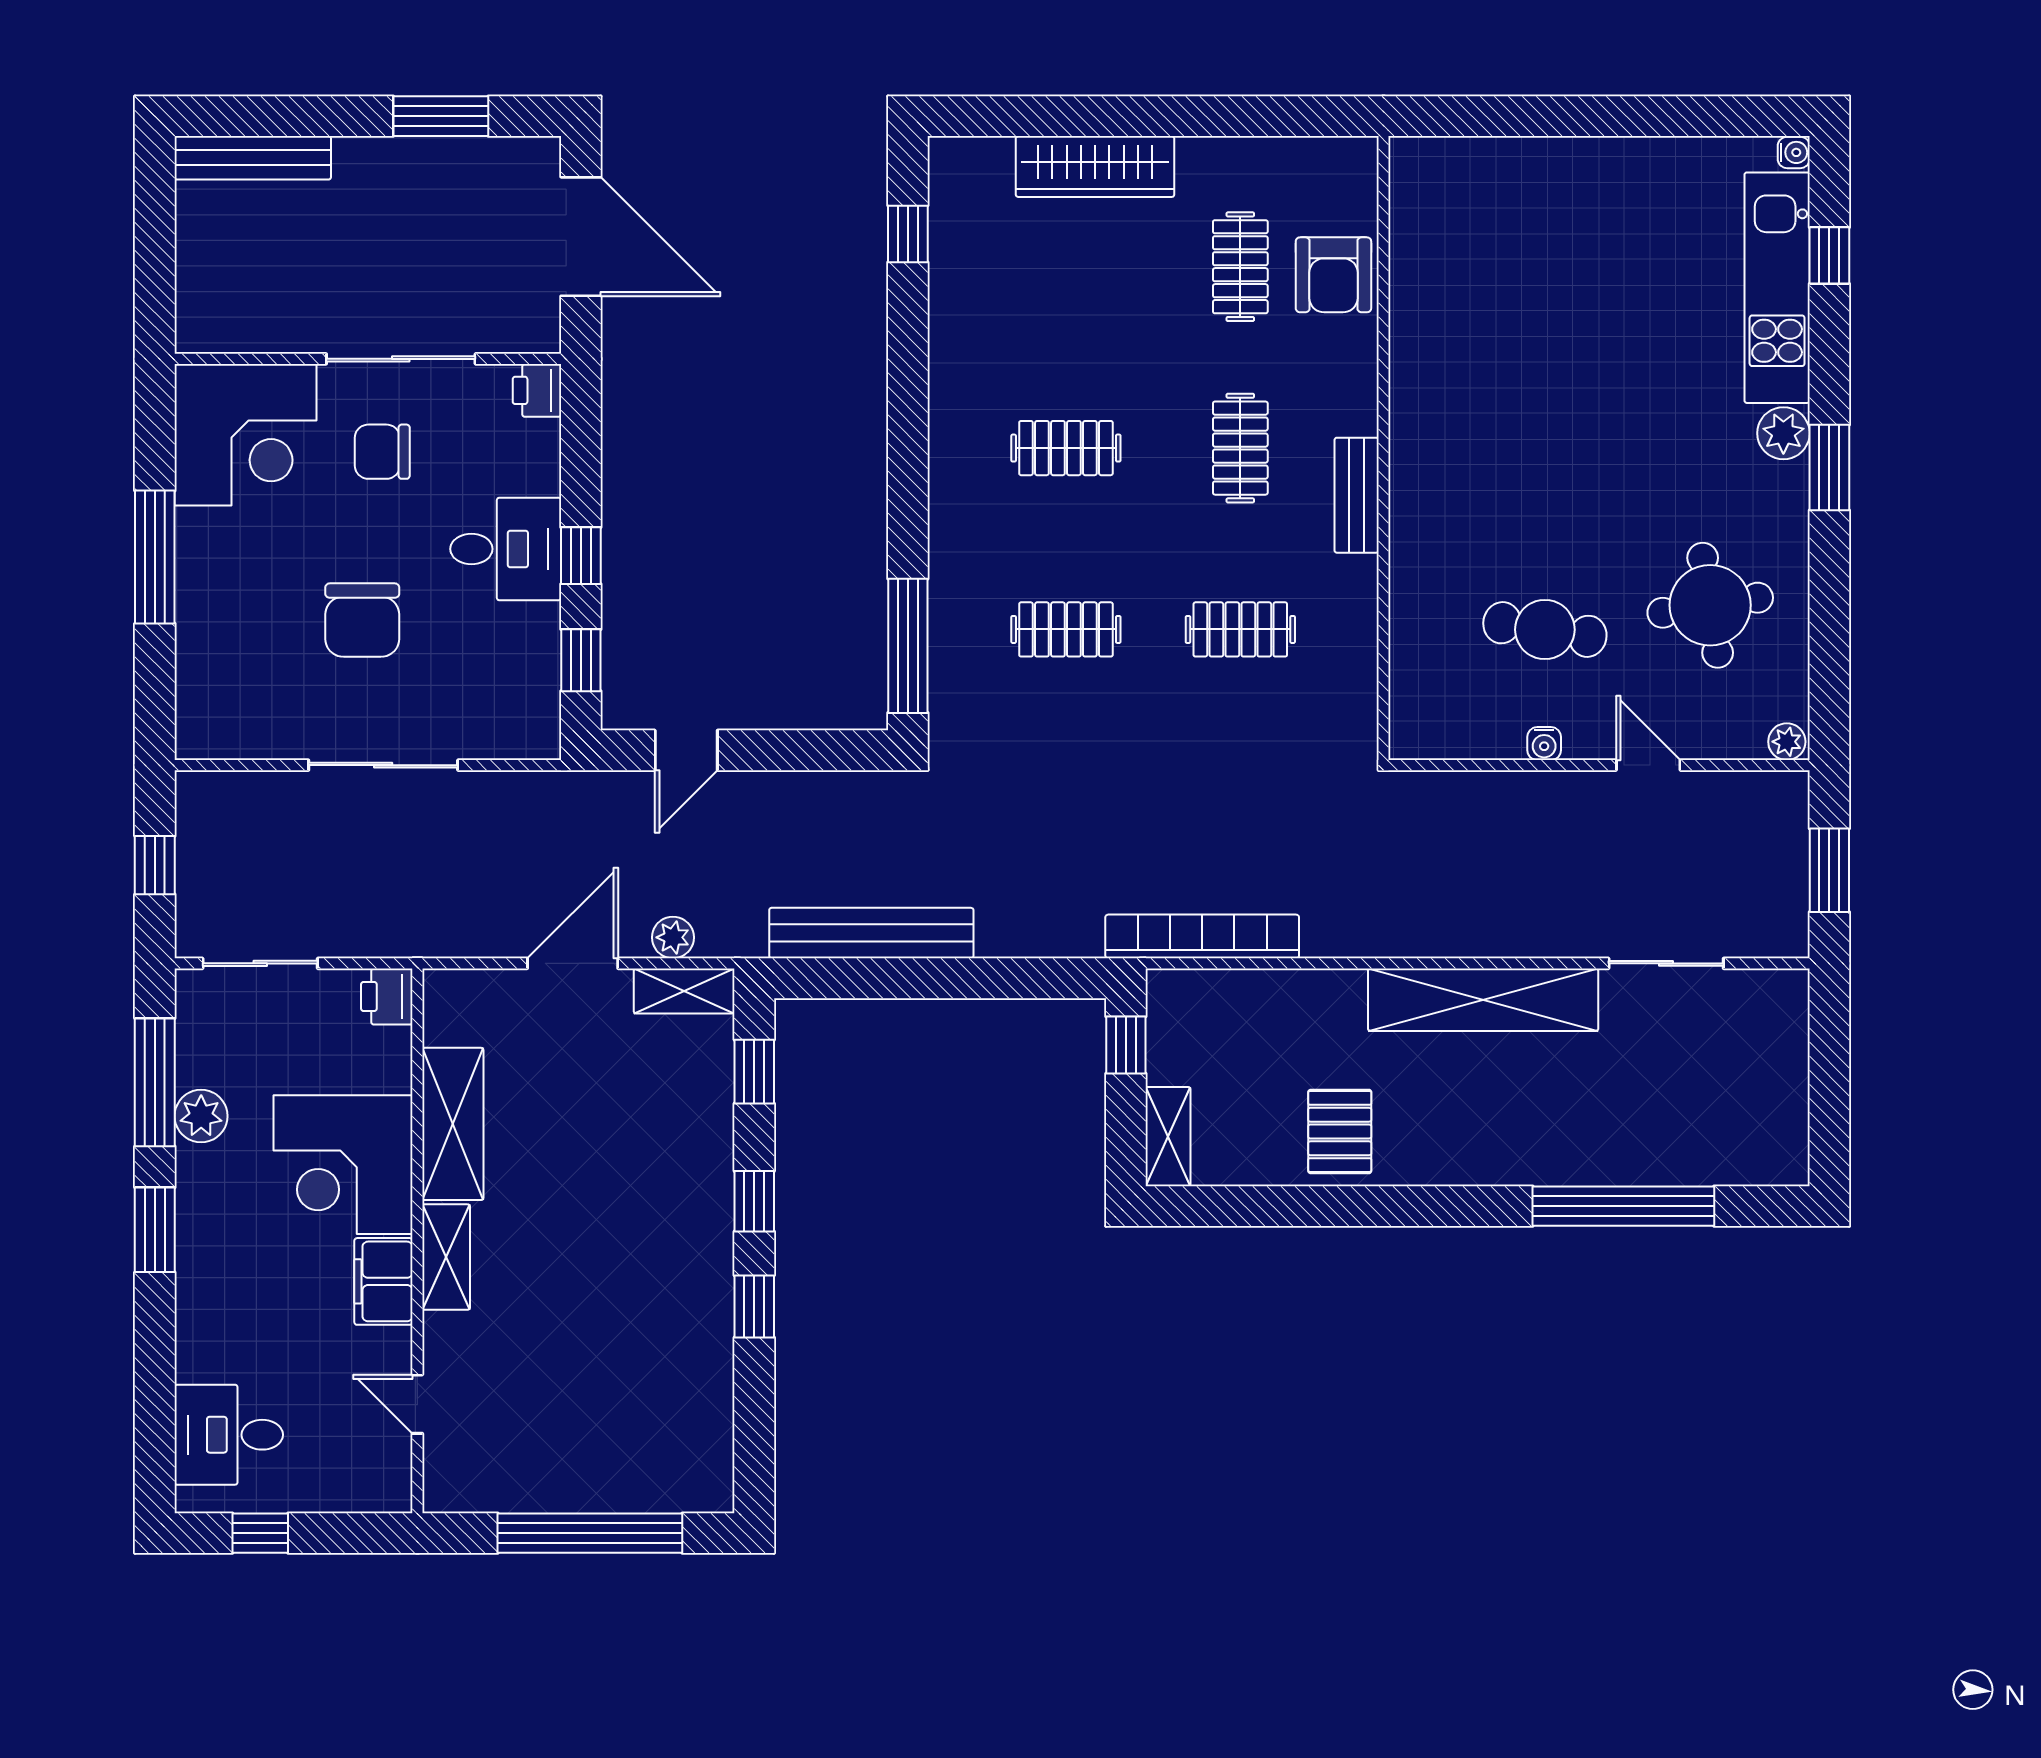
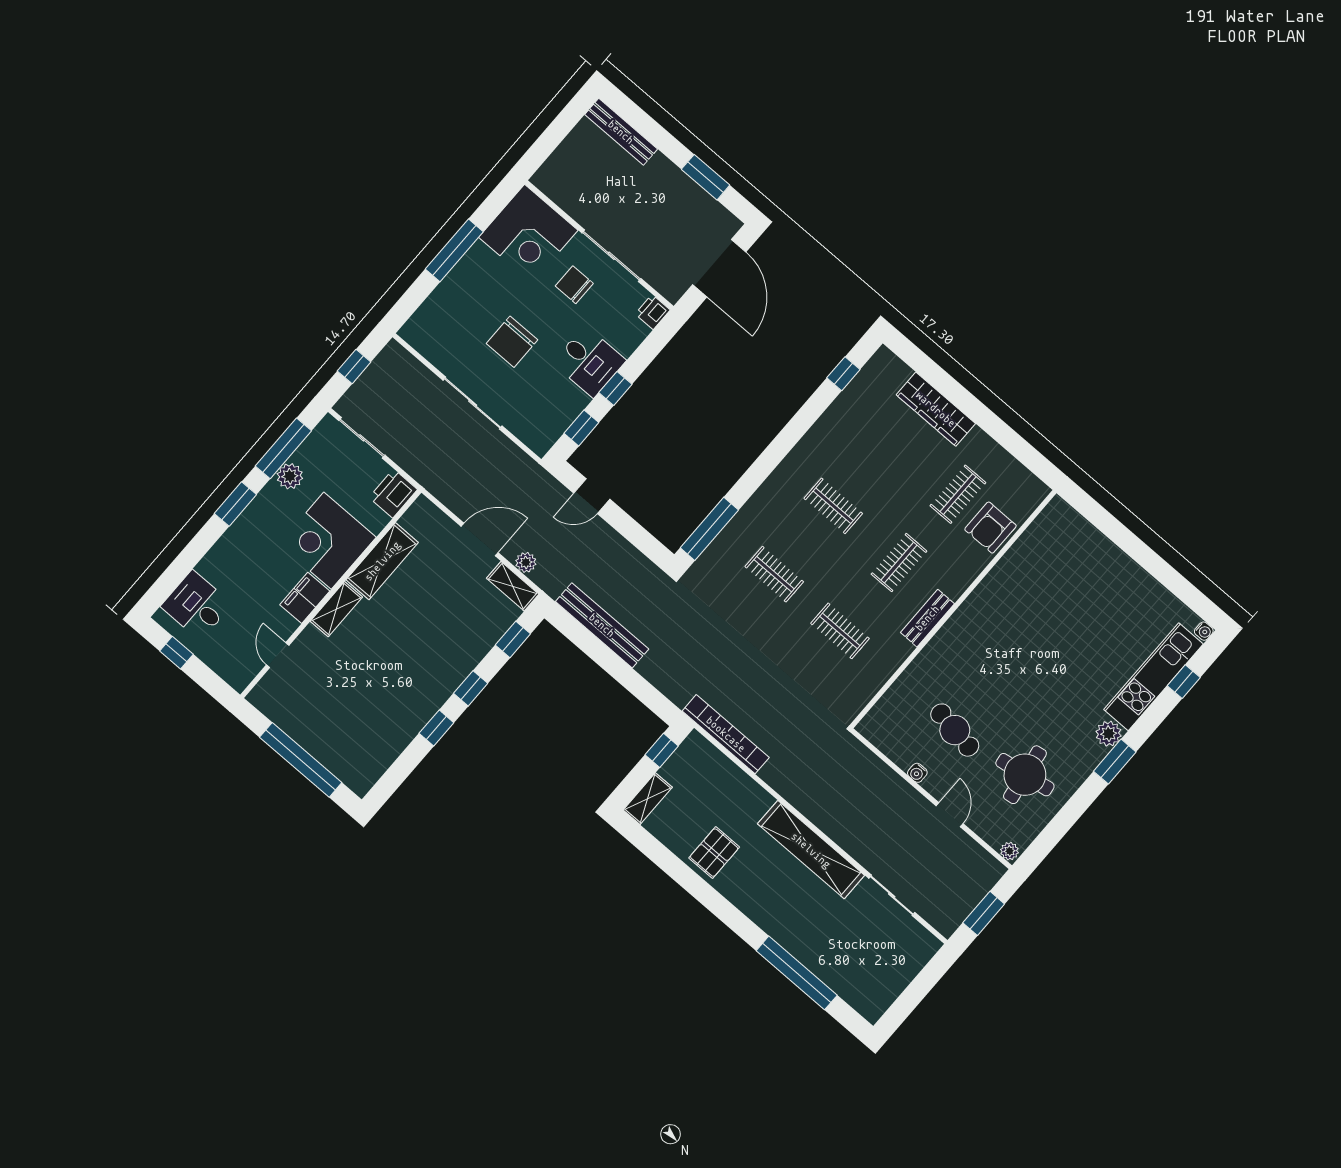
printer: (387, 996) -> (393, 493), width x1.36, depth x1.24

